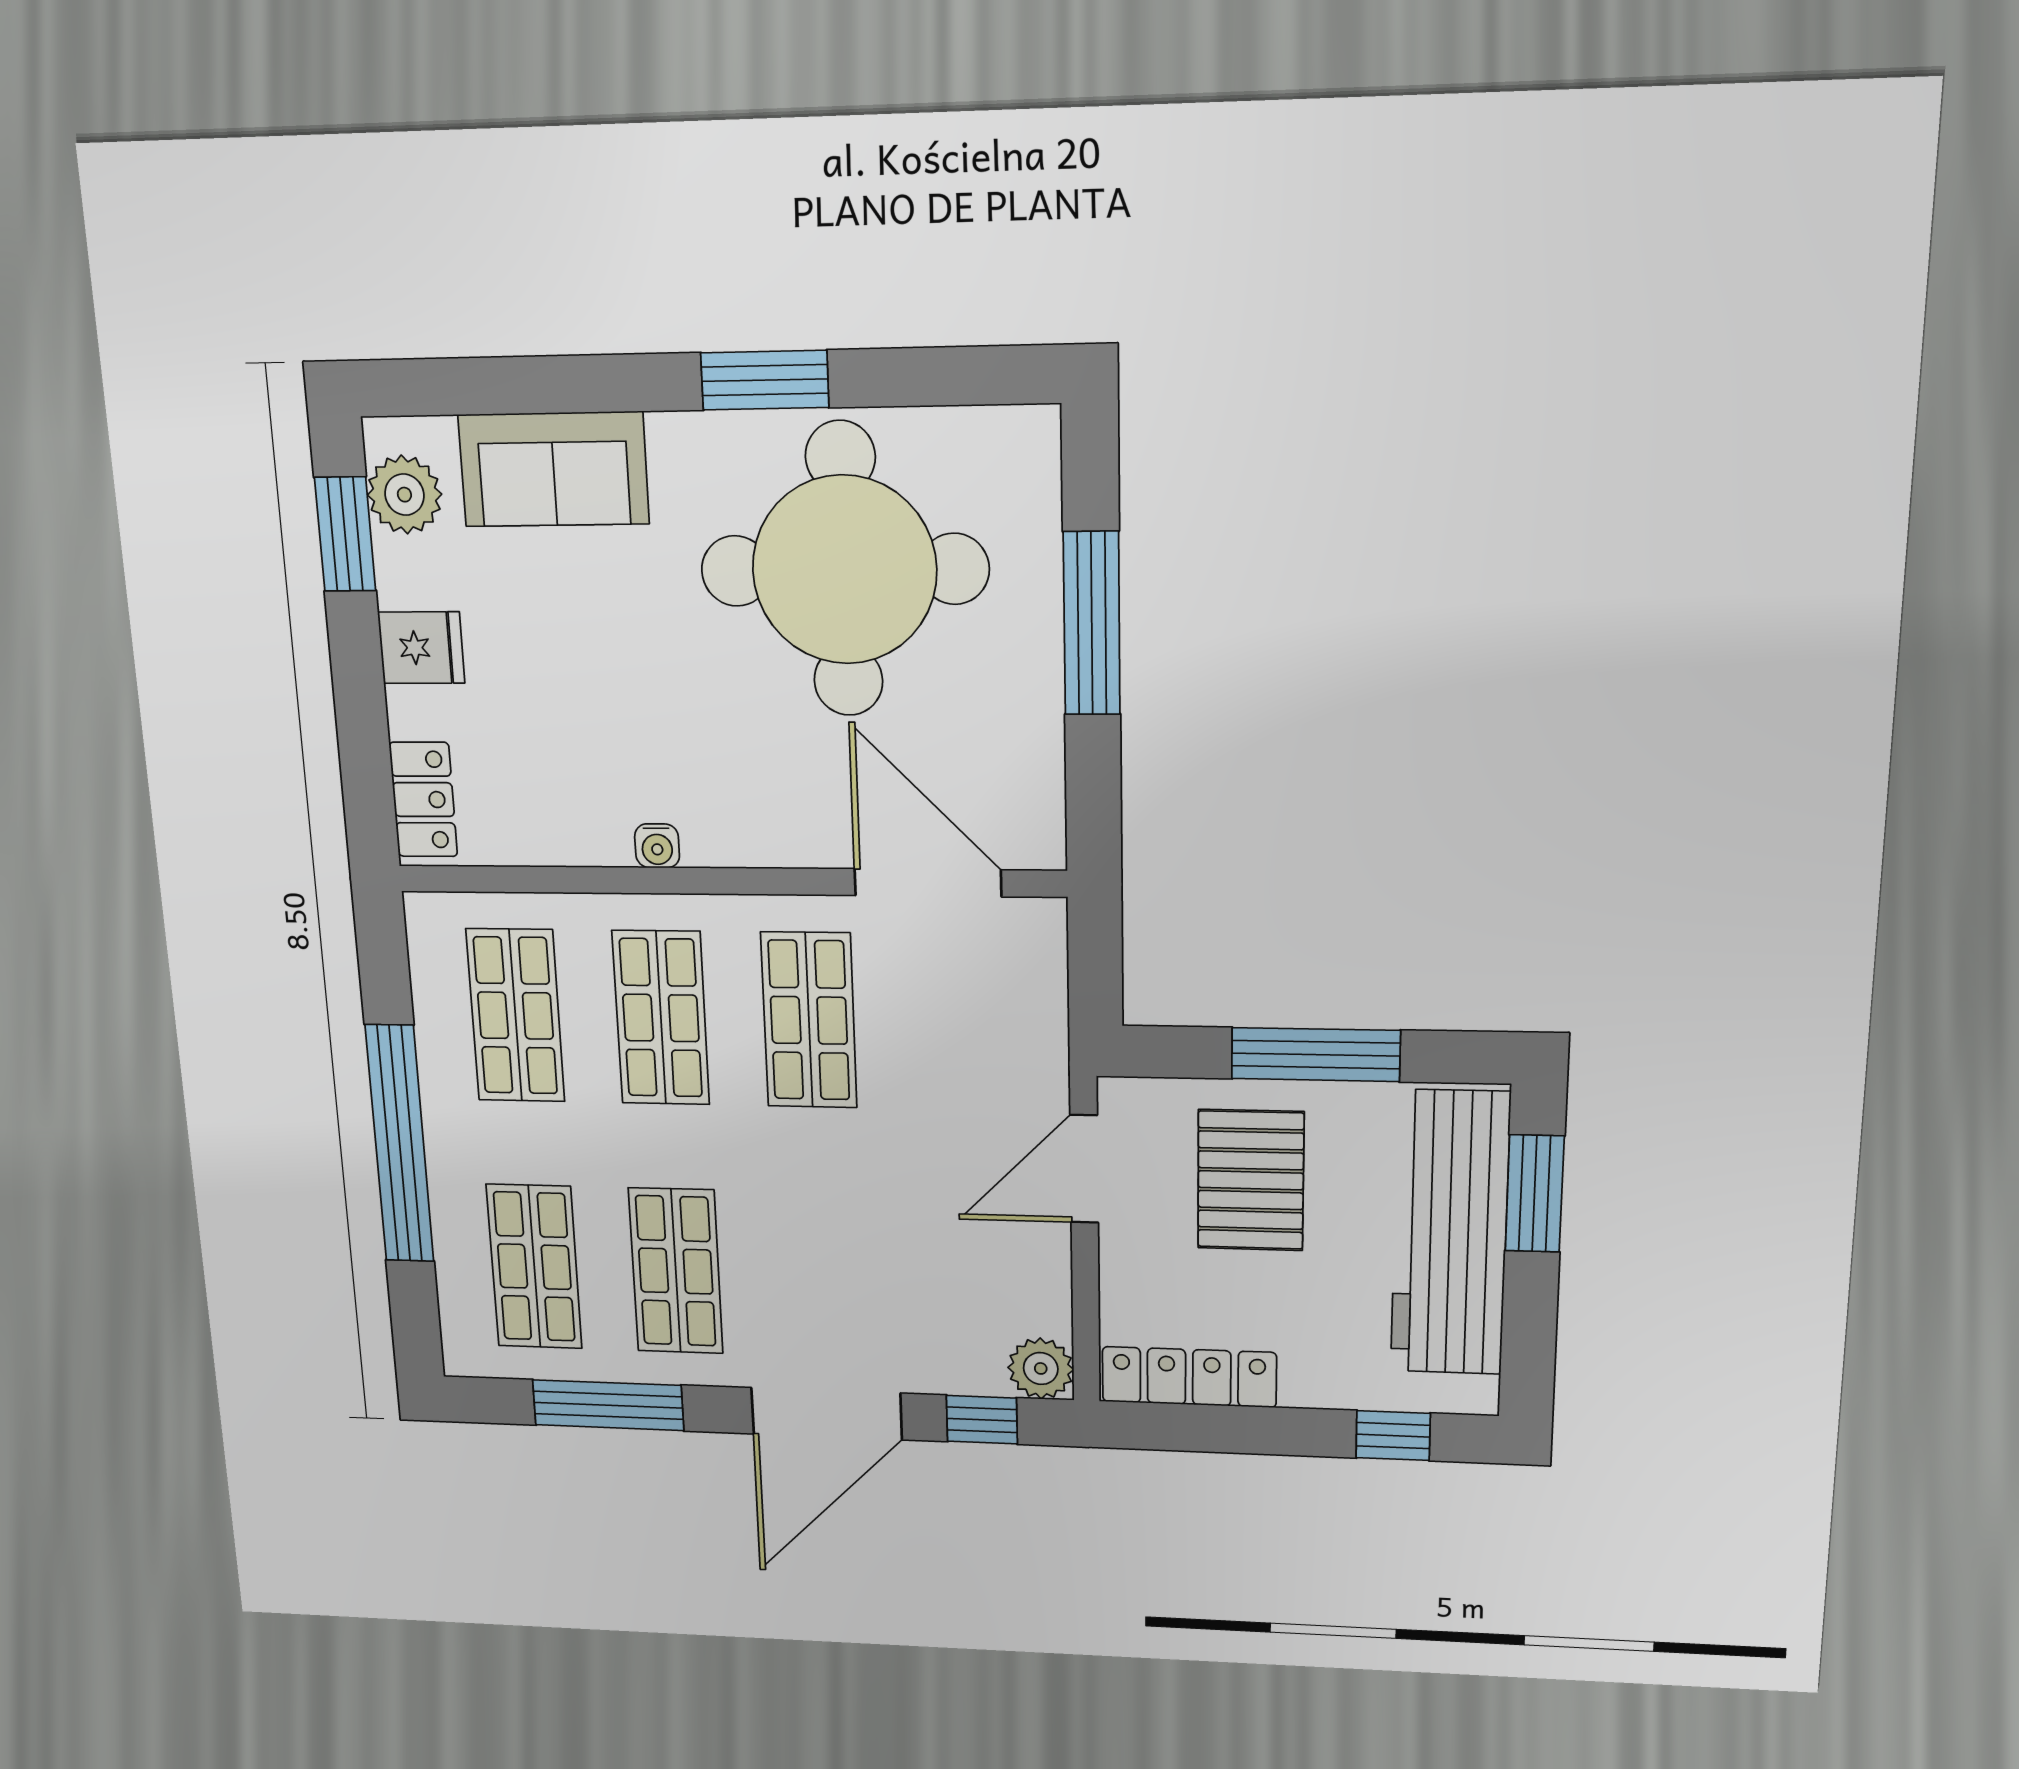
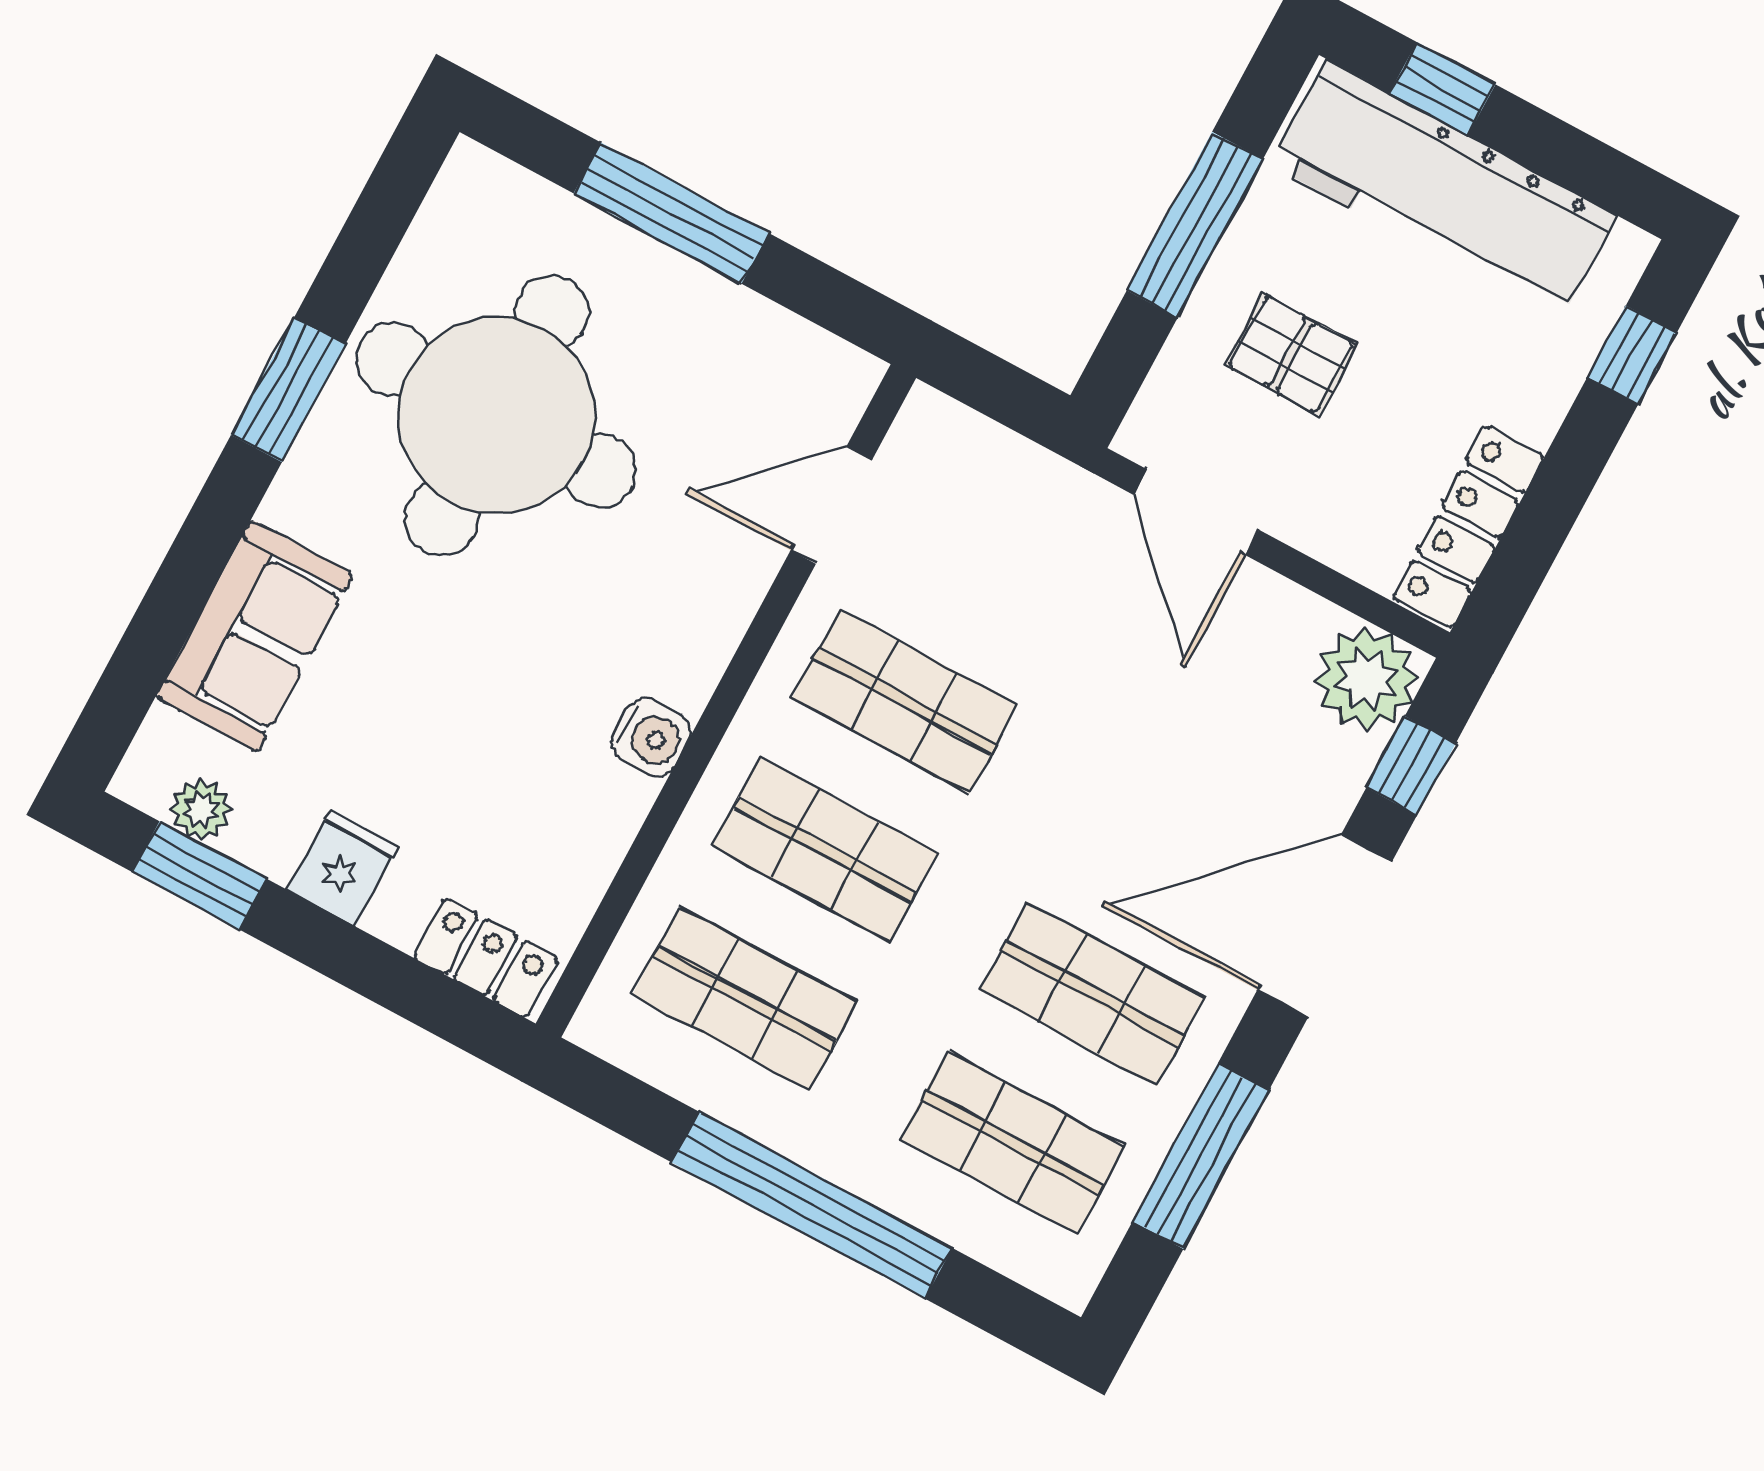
plant: (404, 495) -> (201, 809), width x0.73, depth x0.73
water cooler: (657, 846) -> (651, 738), width x1.38, depth x1.38
door: (928, 883) -> (831, 505), width x0.73
pallet: (1251, 1180) -> (1291, 355), width x0.67, depth x0.71
window: (1535, 1194) -> (1442, 89), width x0.67
plant: (1041, 1368) -> (1366, 679), width x1.36, depth x1.36
door: (827, 1414) -> (1325, 926), swing flipped

